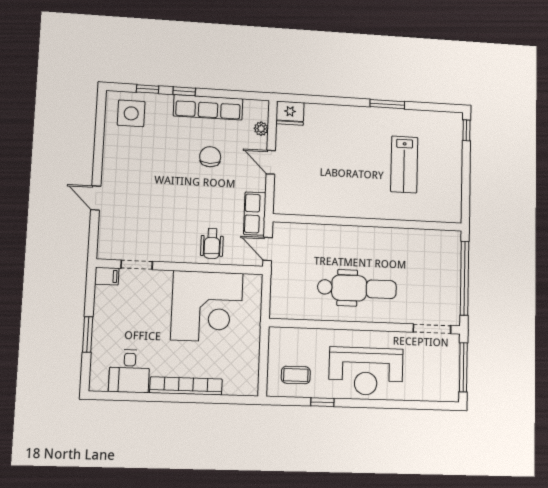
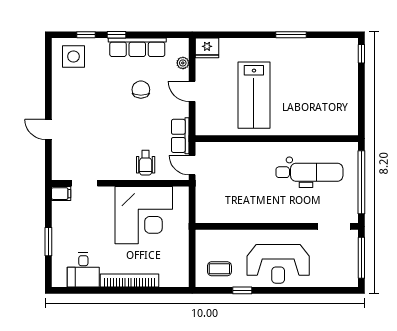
lab bench: (404, 164) -> (254, 95), moved, width x1.36, depth x1.39
dental chair: (357, 288) -> (309, 172), moved

